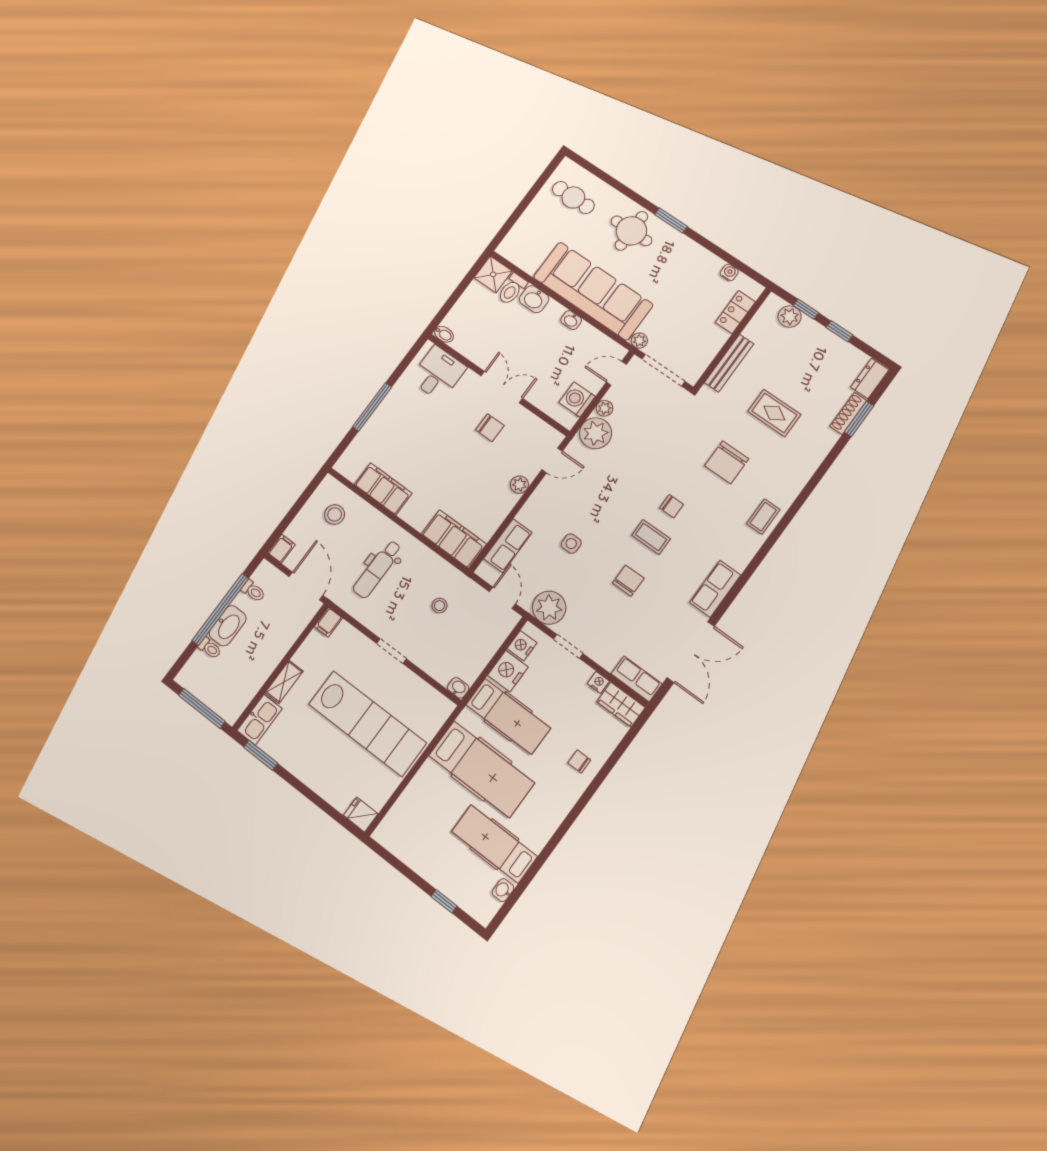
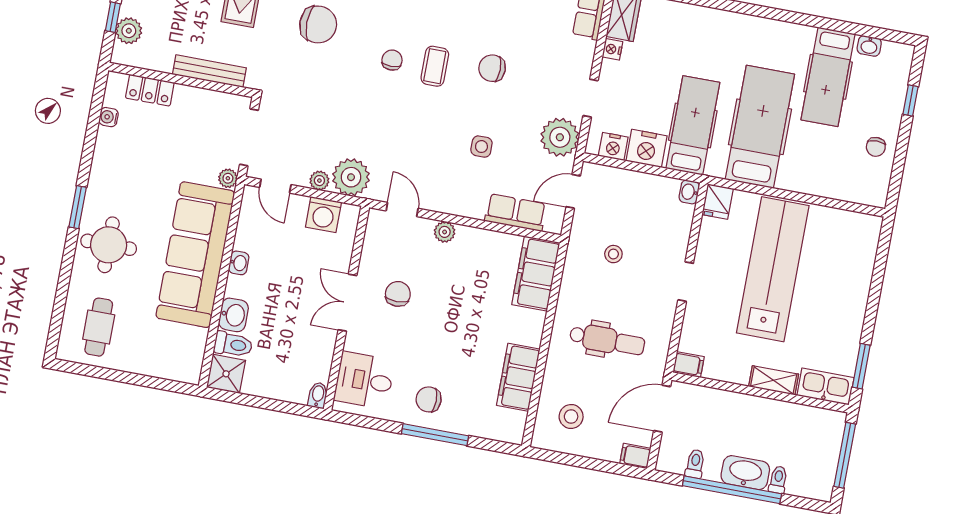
chair: (400, 414) -> (429, 399), added
chair: (579, 761) -> (876, 147), moved
fridge: (361, 815) -> (718, 202), moved

